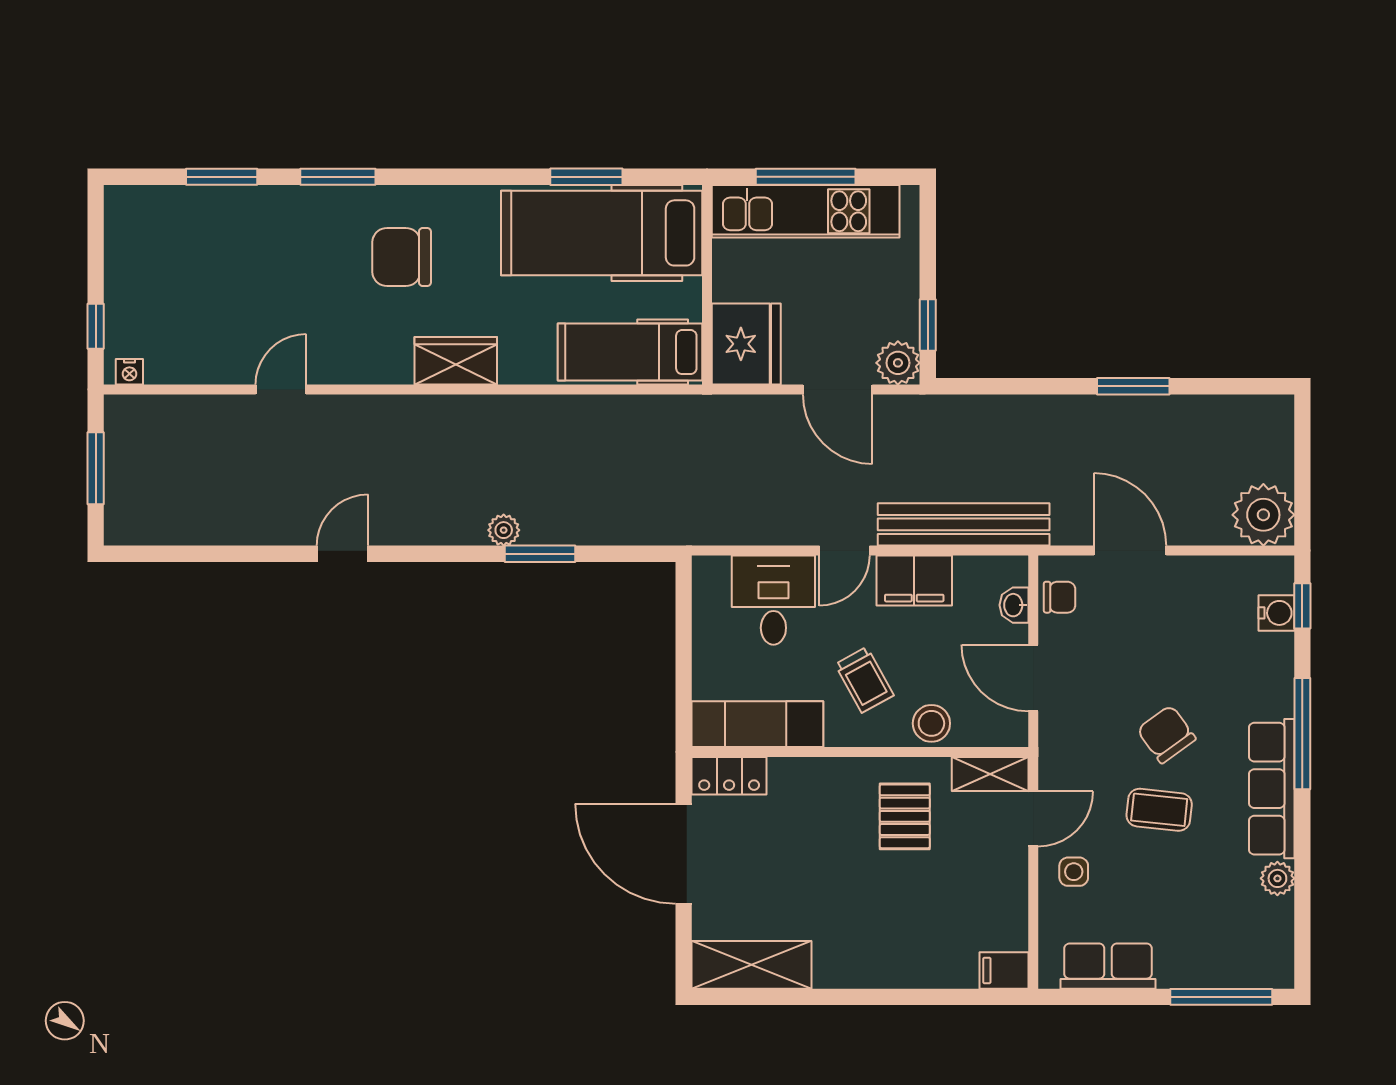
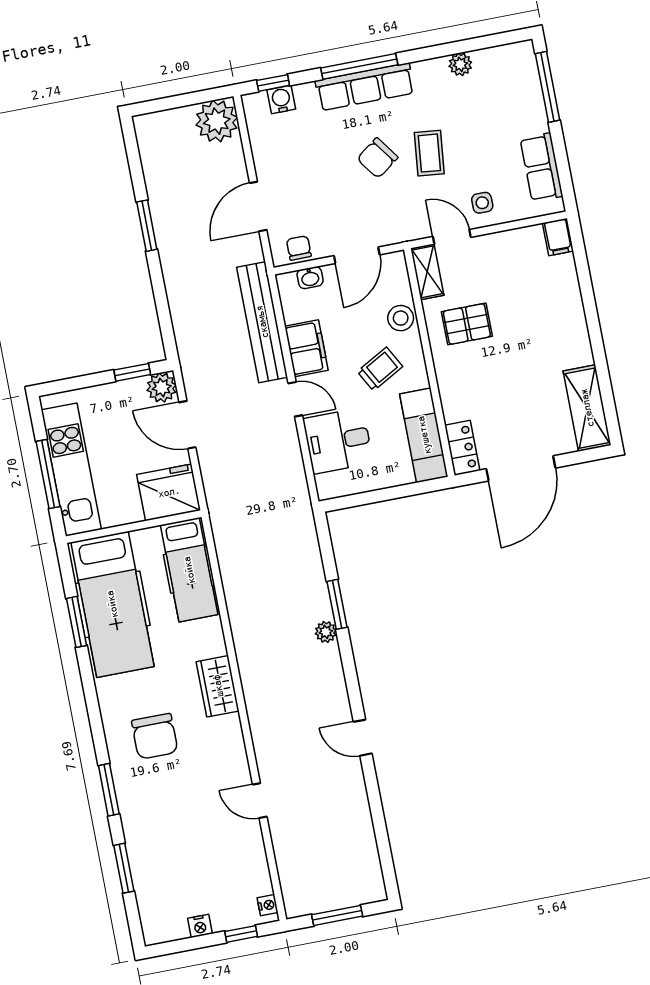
nightstand: (118, 270) -> (200, 926), added
door: (838, 389) -> (187, 425), swing flipped
row of seats: (1272, 789) -> (365, 87), moved

